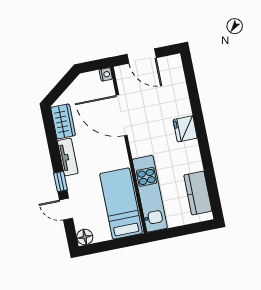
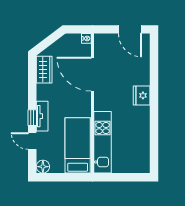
door: (142, 56) -> (130, 29), moved
tv unit: (68, 157) -> (42, 116), moved
kitchen counter: (198, 193) -> (141, 149), removed

